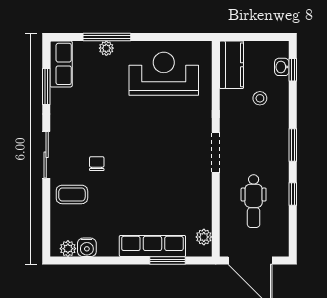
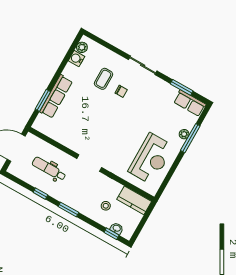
coffee table: (72, 194) -> (104, 79), moved
plant: (204, 237) -> (45, 129), removed

